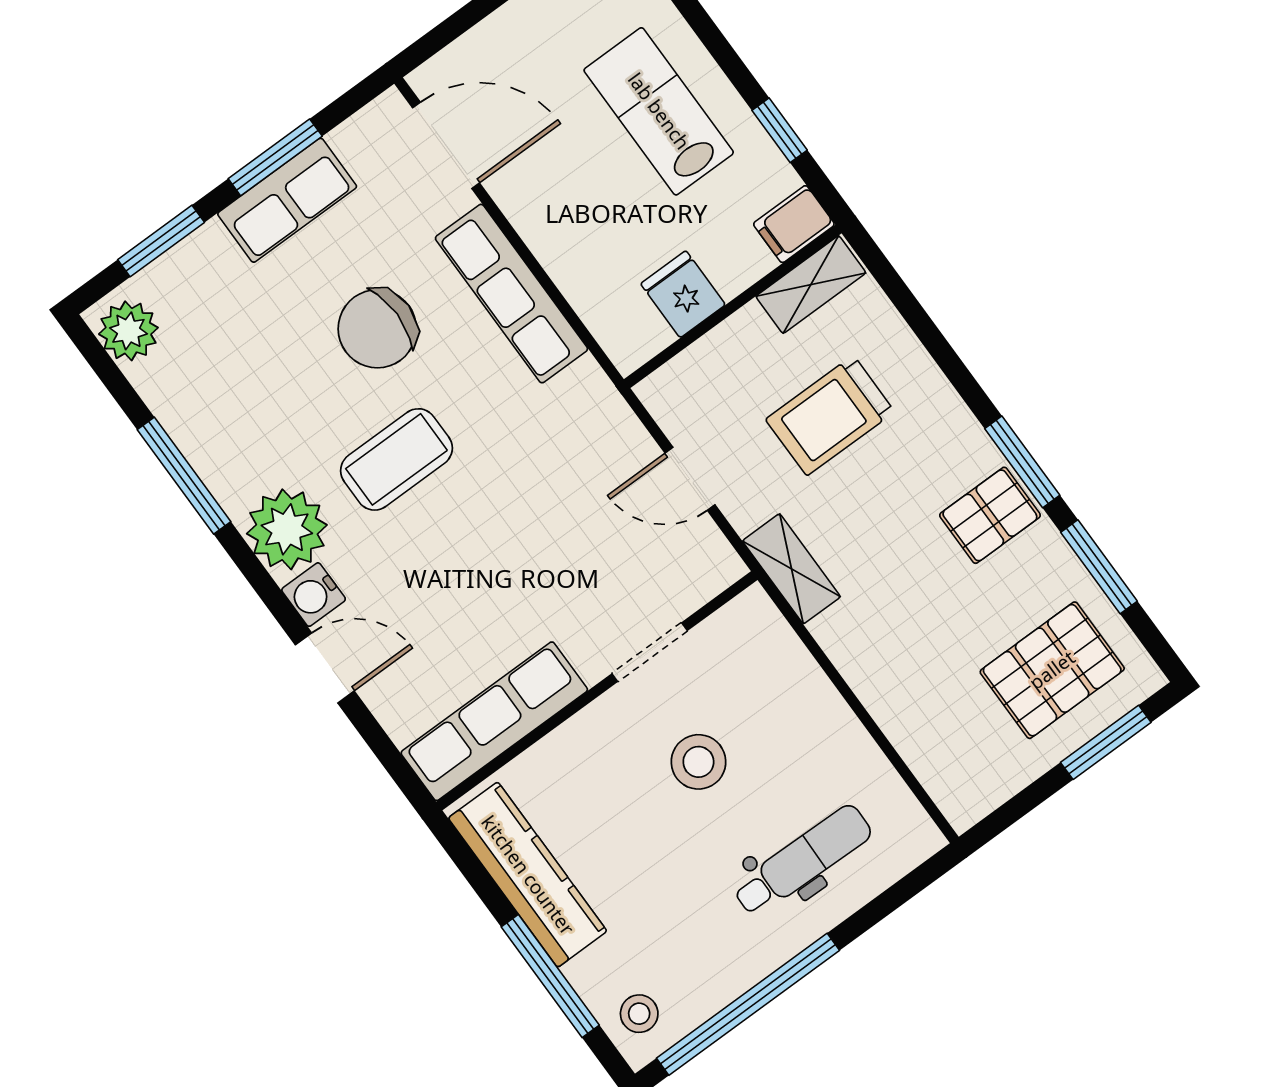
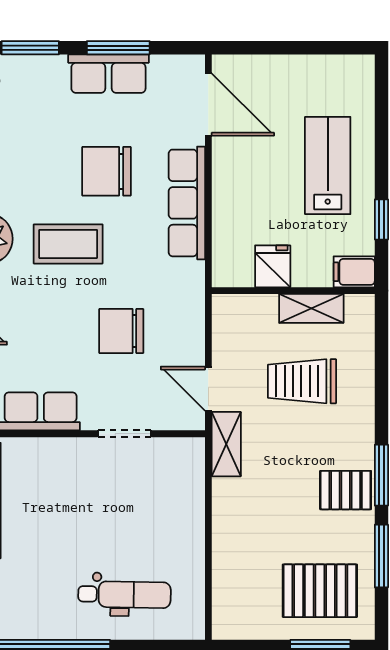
shelving: (811, 285) -> (311, 308), moved
door: (690, 479) -> (208, 389), moved
chair: (548, 522) -> (121, 331), added
stool: (698, 762) -> (109, 507), removed

